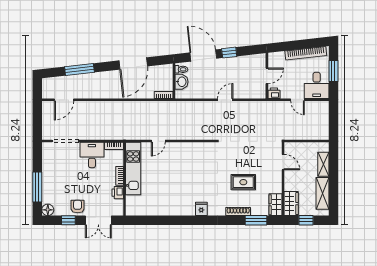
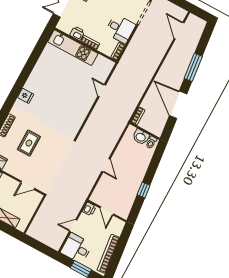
door: (203, 56) -> (153, 167), removed
window: (79, 70) -> (193, 67), moved
kitchen unit: (133, 169) -> (73, 48), moved

